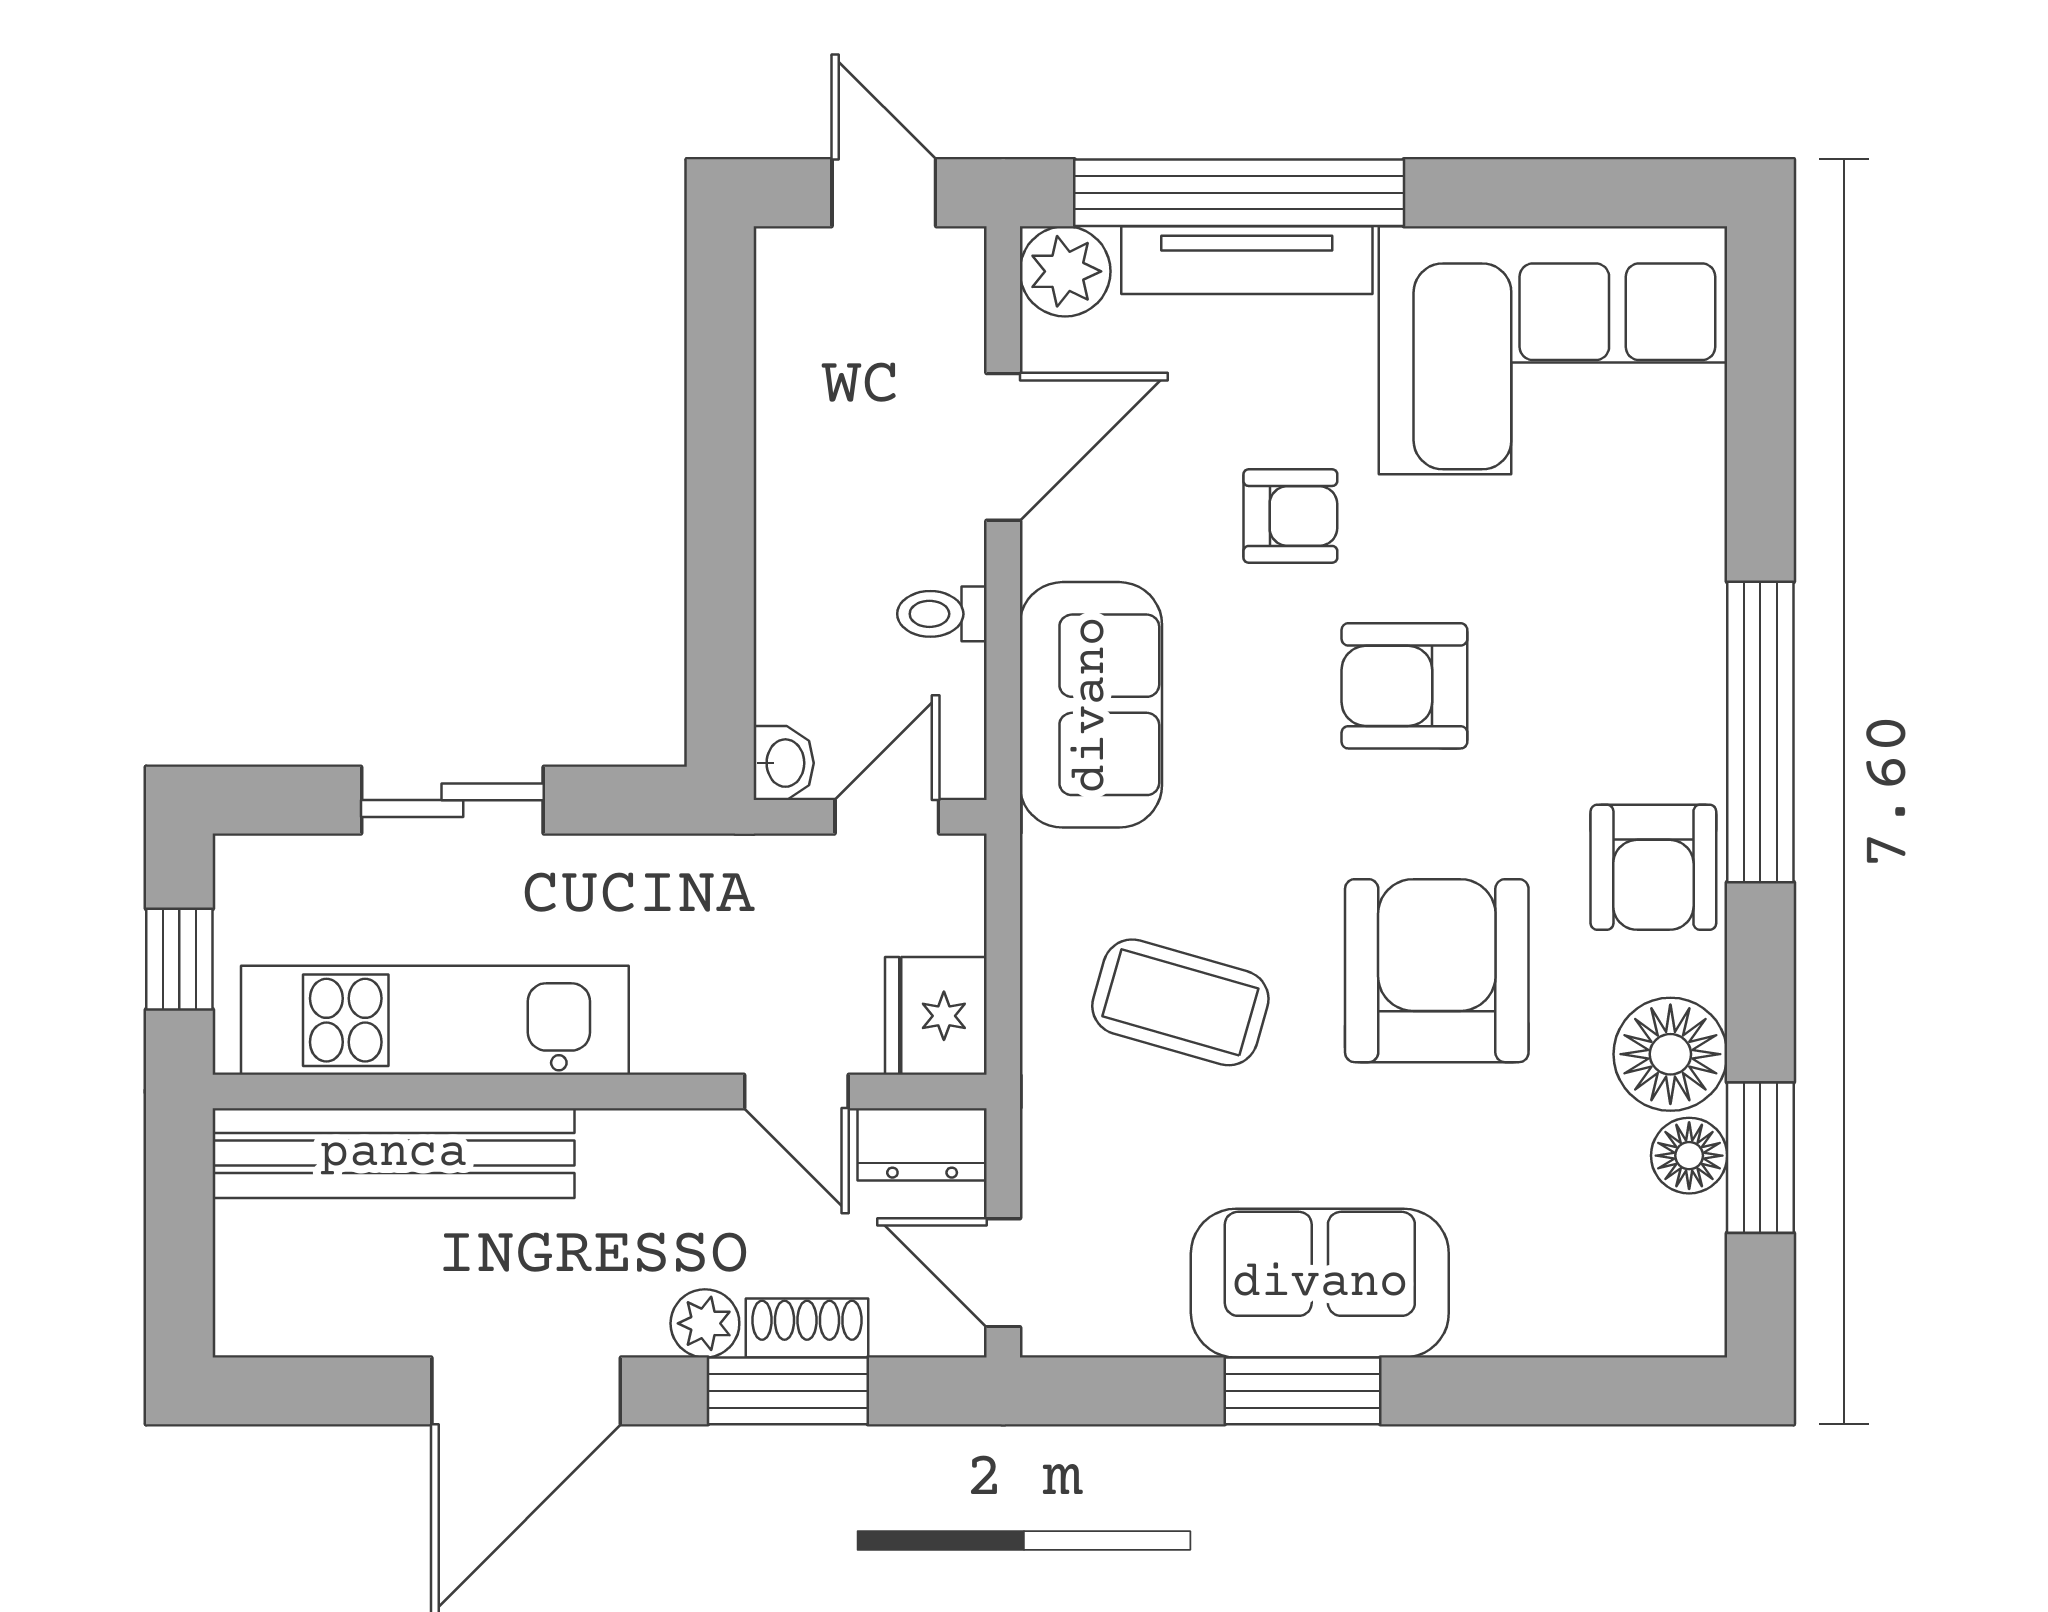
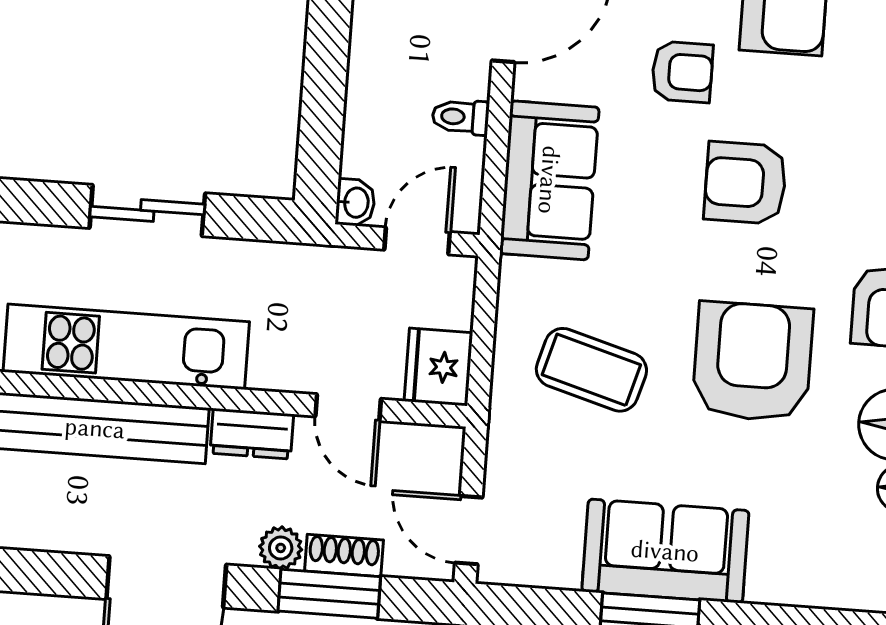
dresser: (922, 1144) -> (252, 434), moved

